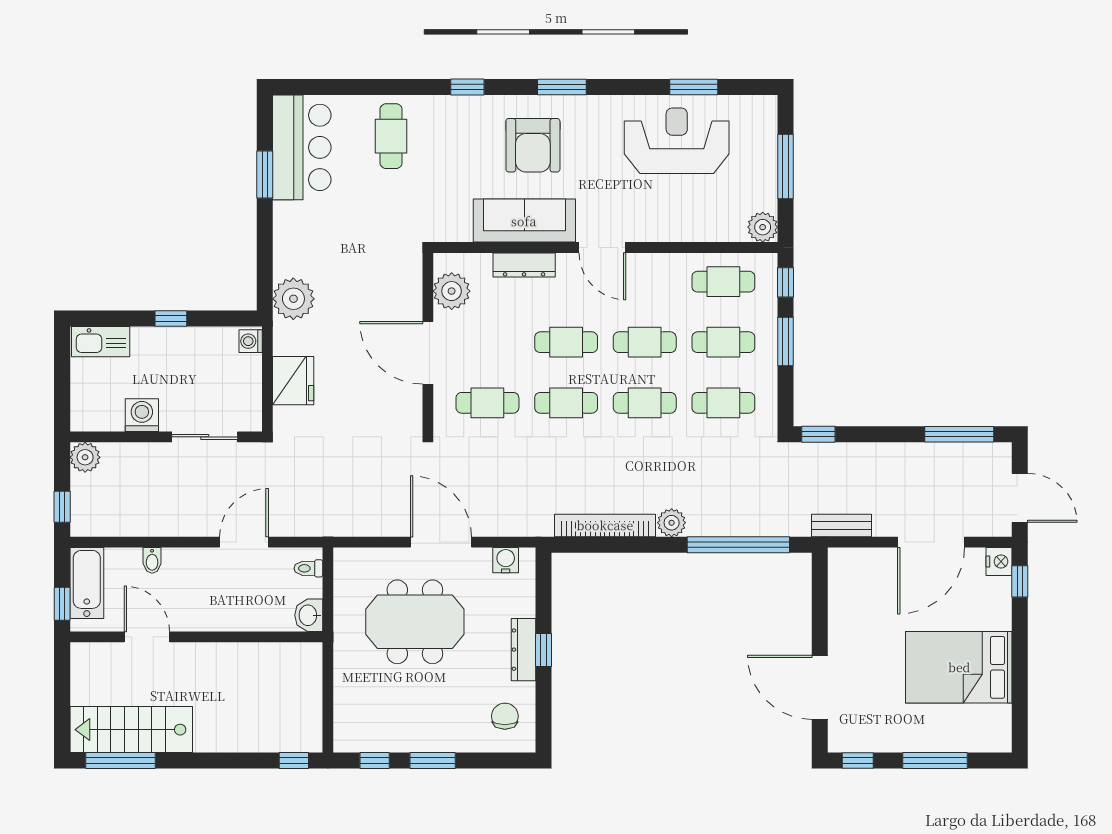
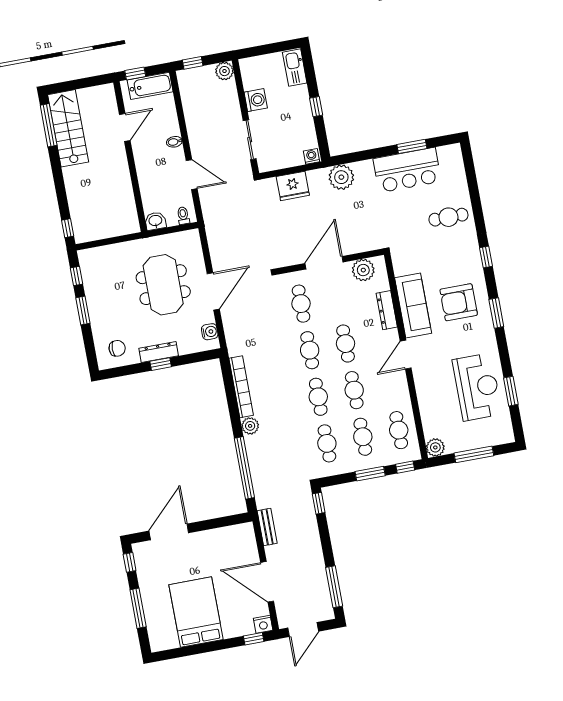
bar counter: (302, 147) -> (407, 170), moved
bidet: (152, 560) -> (174, 142), moved

